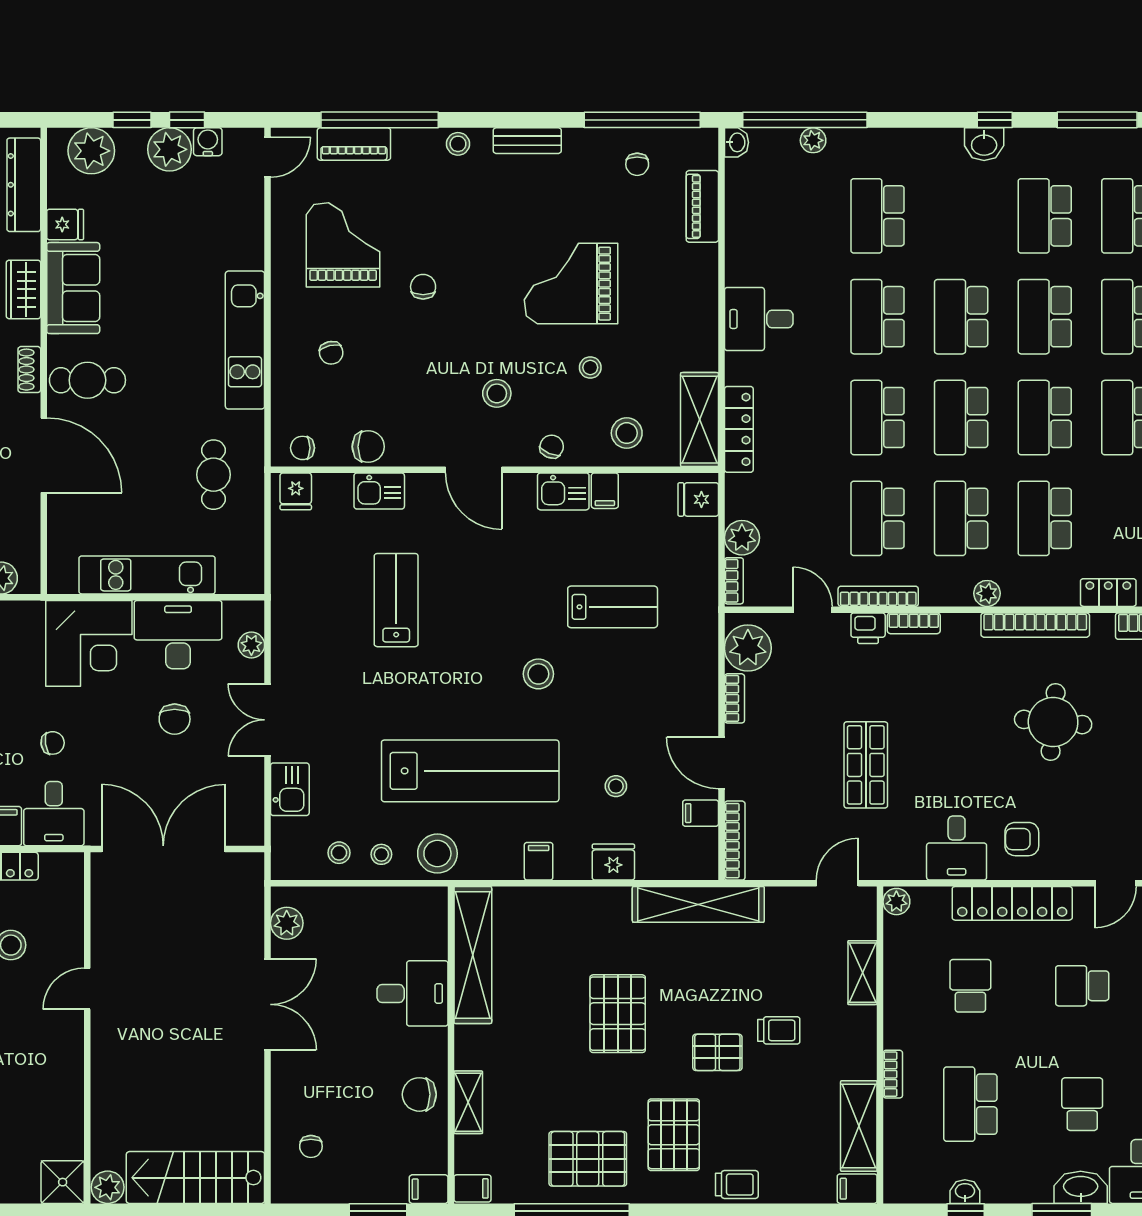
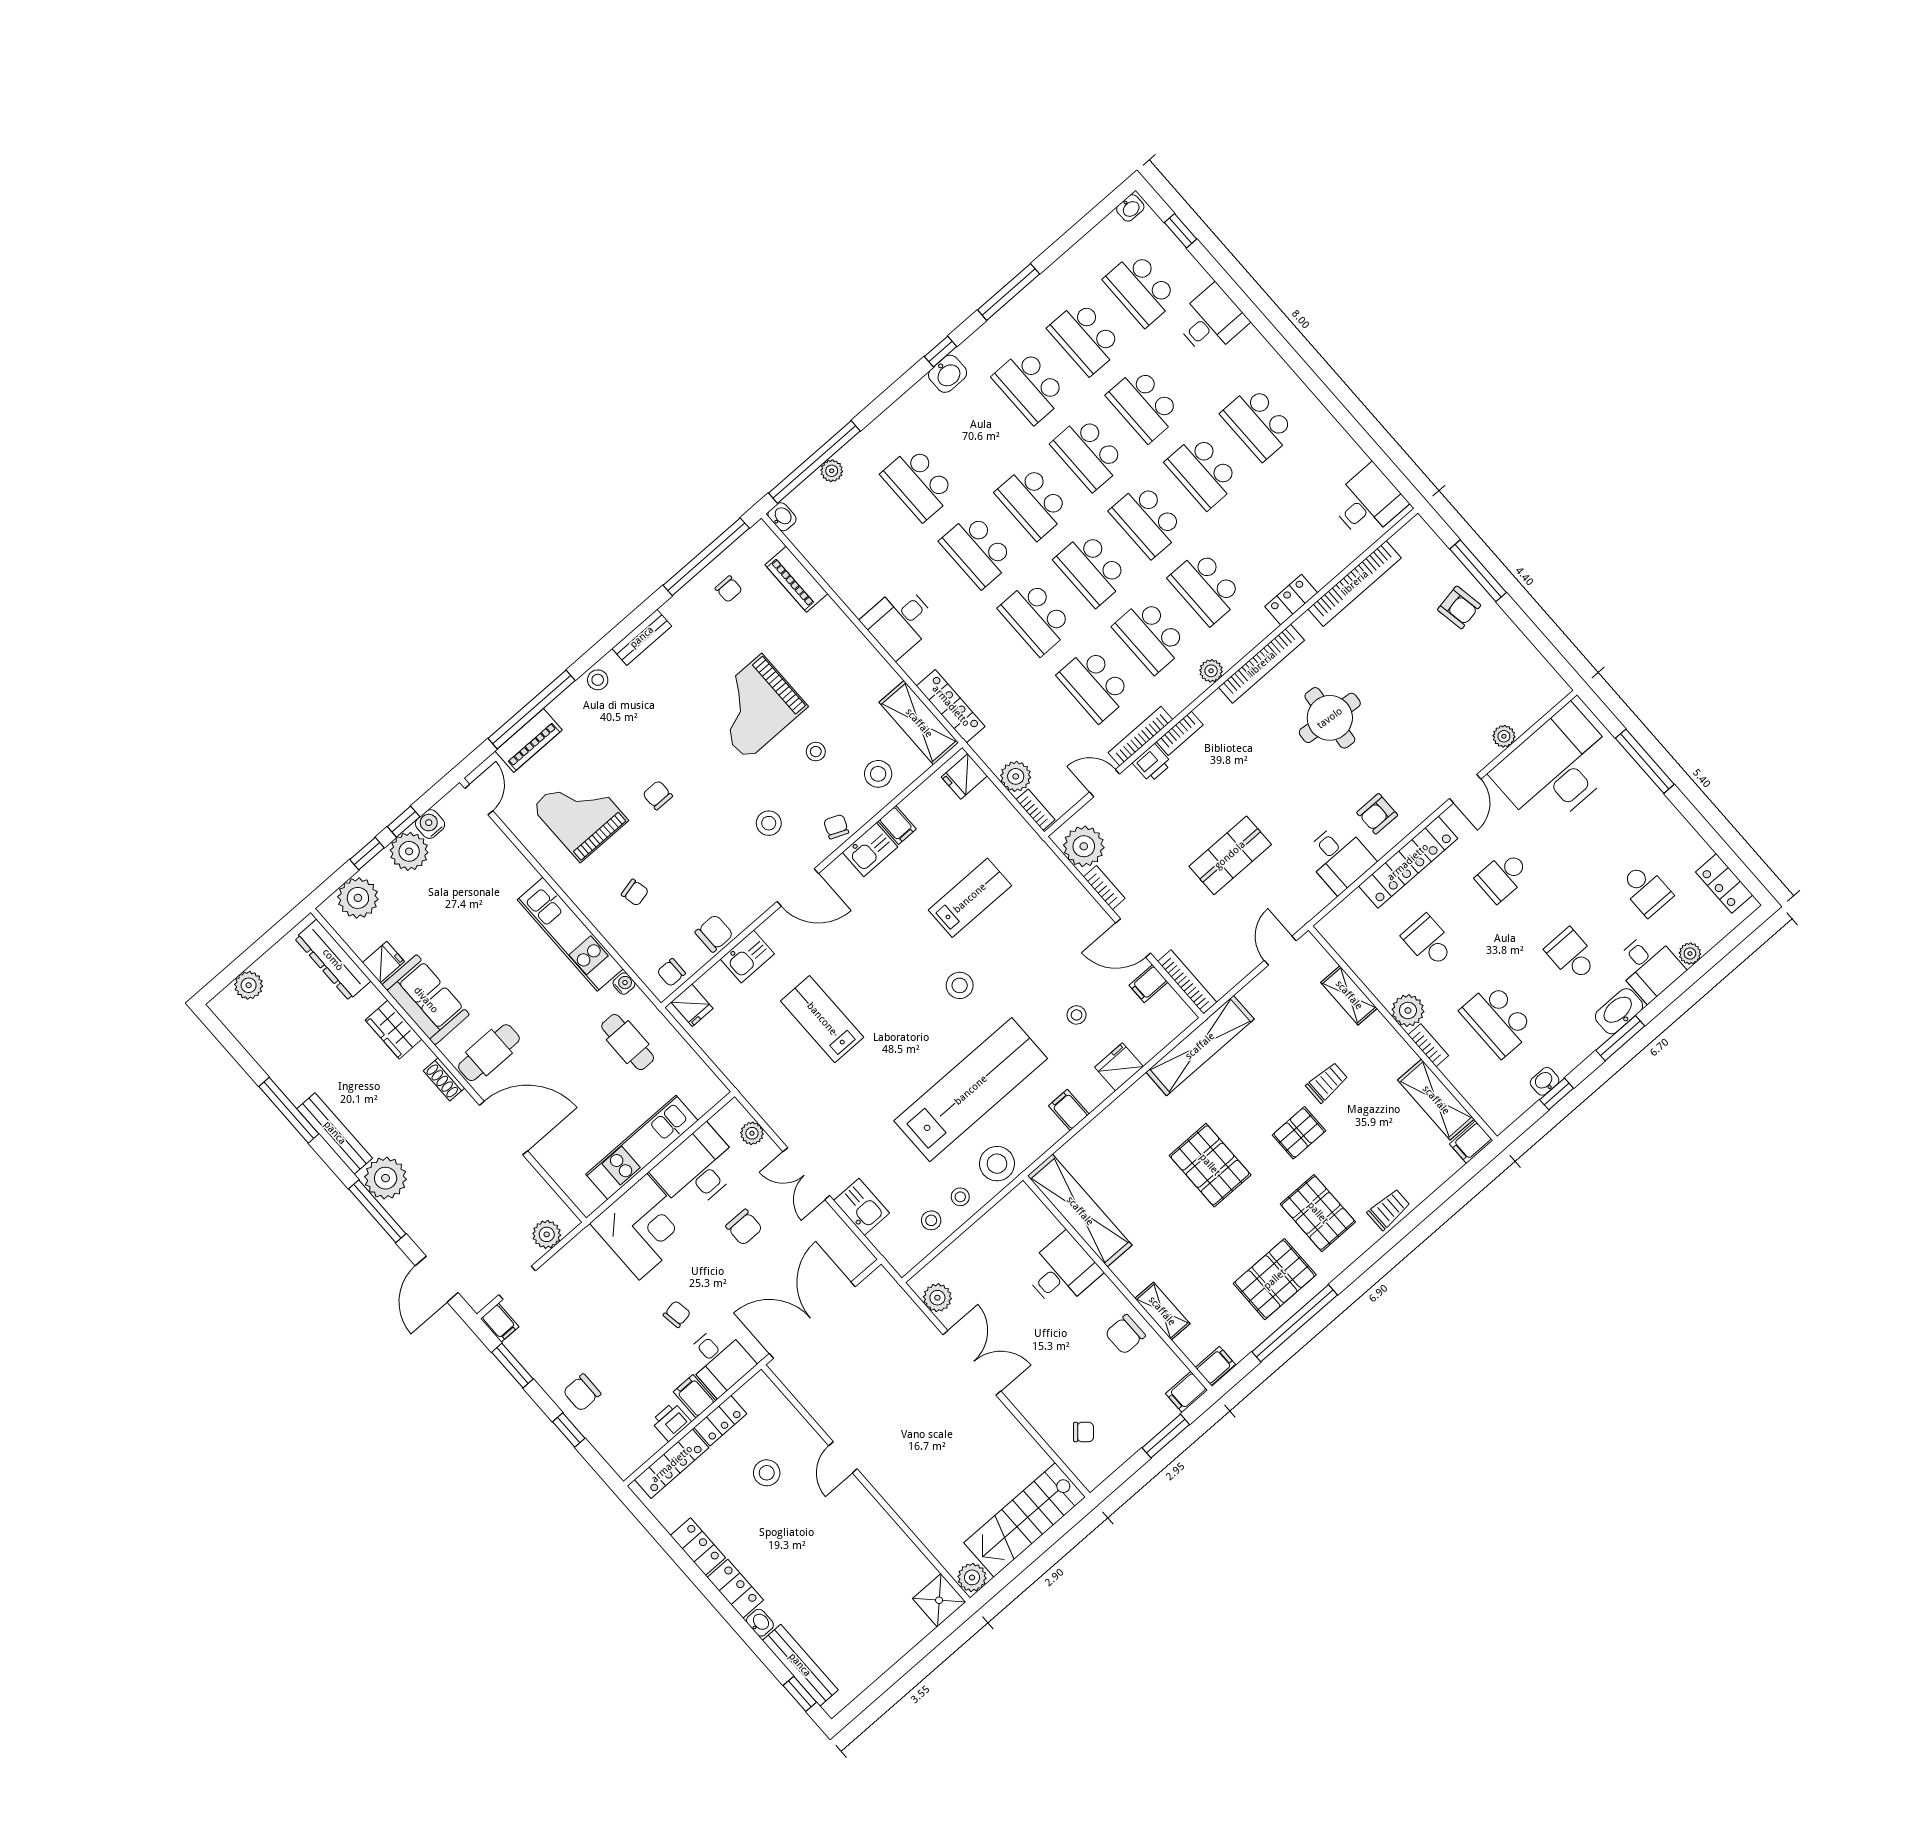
water cooler: (254, 422) -> (624, 984), added
shop shelf: (866, 765) -> (1230, 855), turned 90
plant: (896, 902) -> (1408, 1010), moved, width x1.38, depth x1.38
chair: (311, 1146) -> (1083, 1432), turned -49

